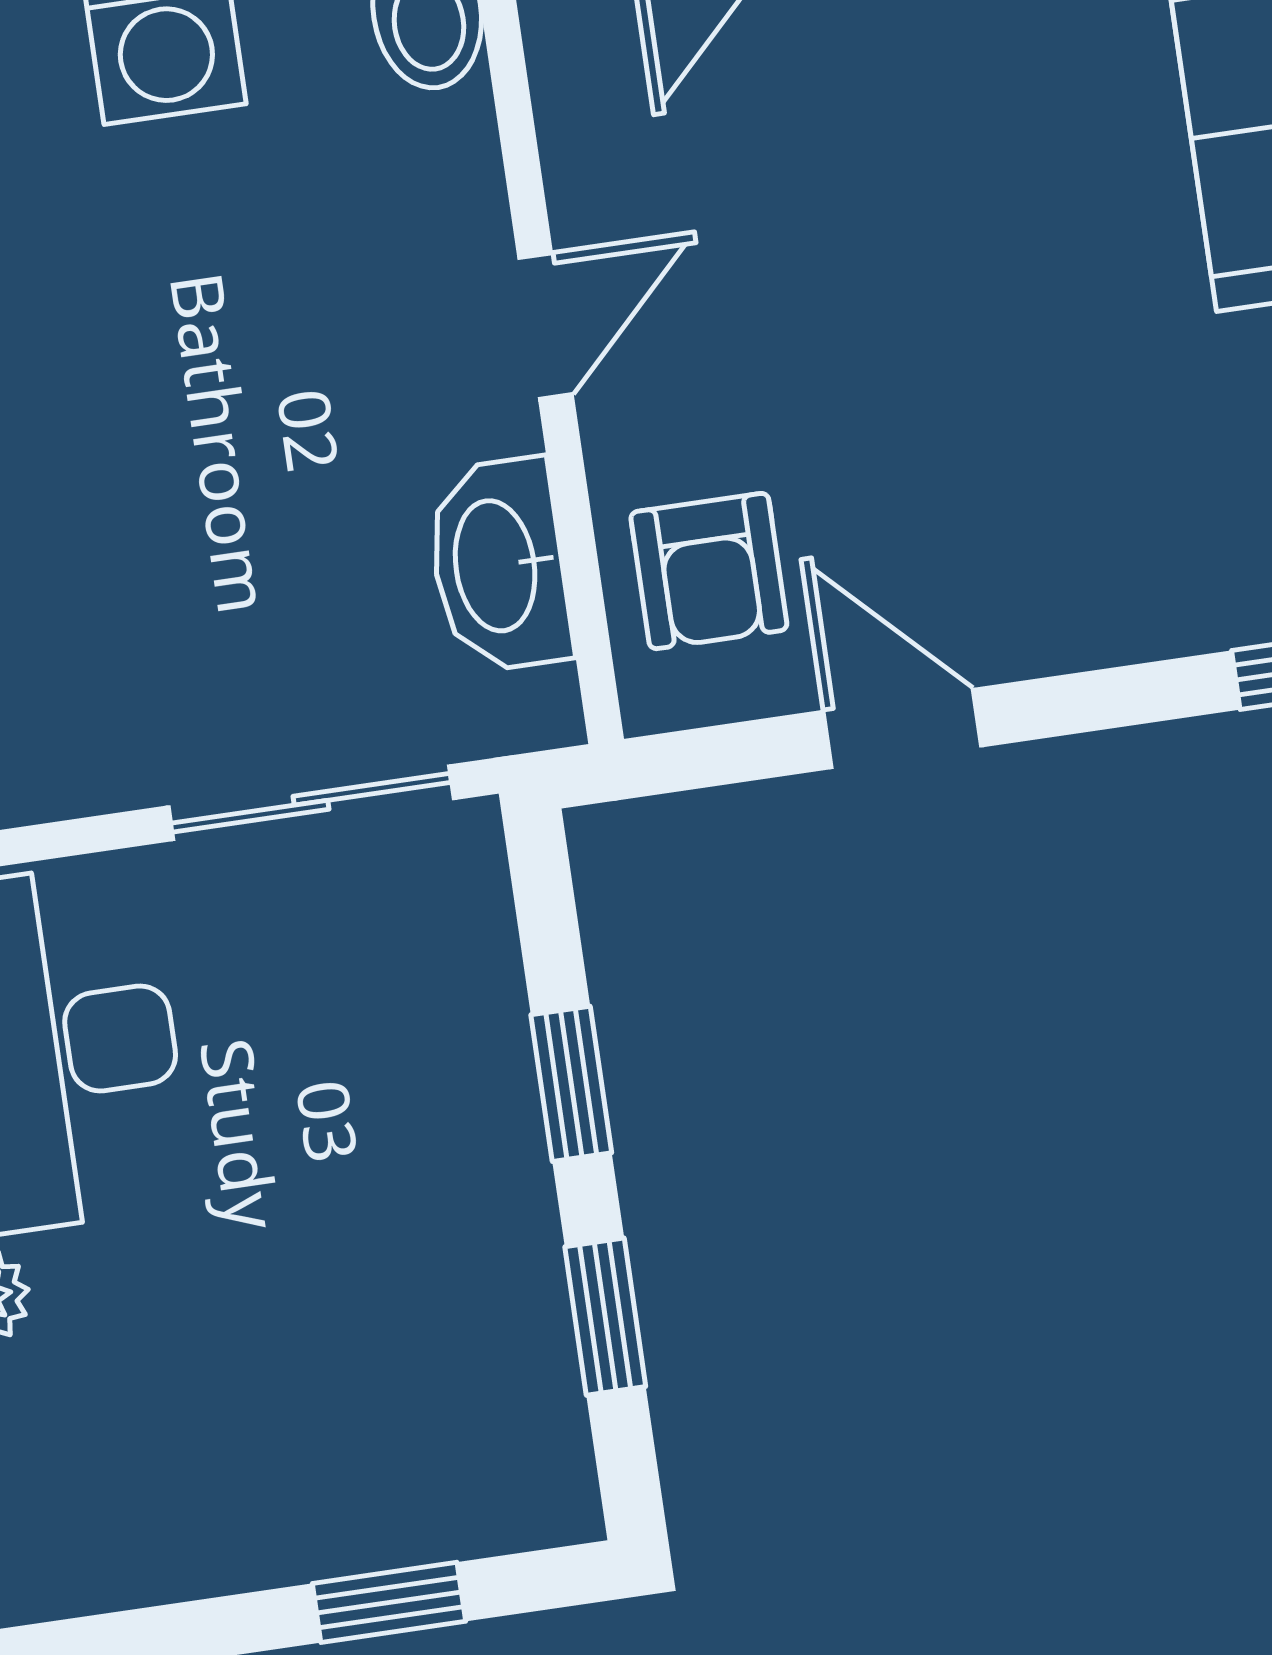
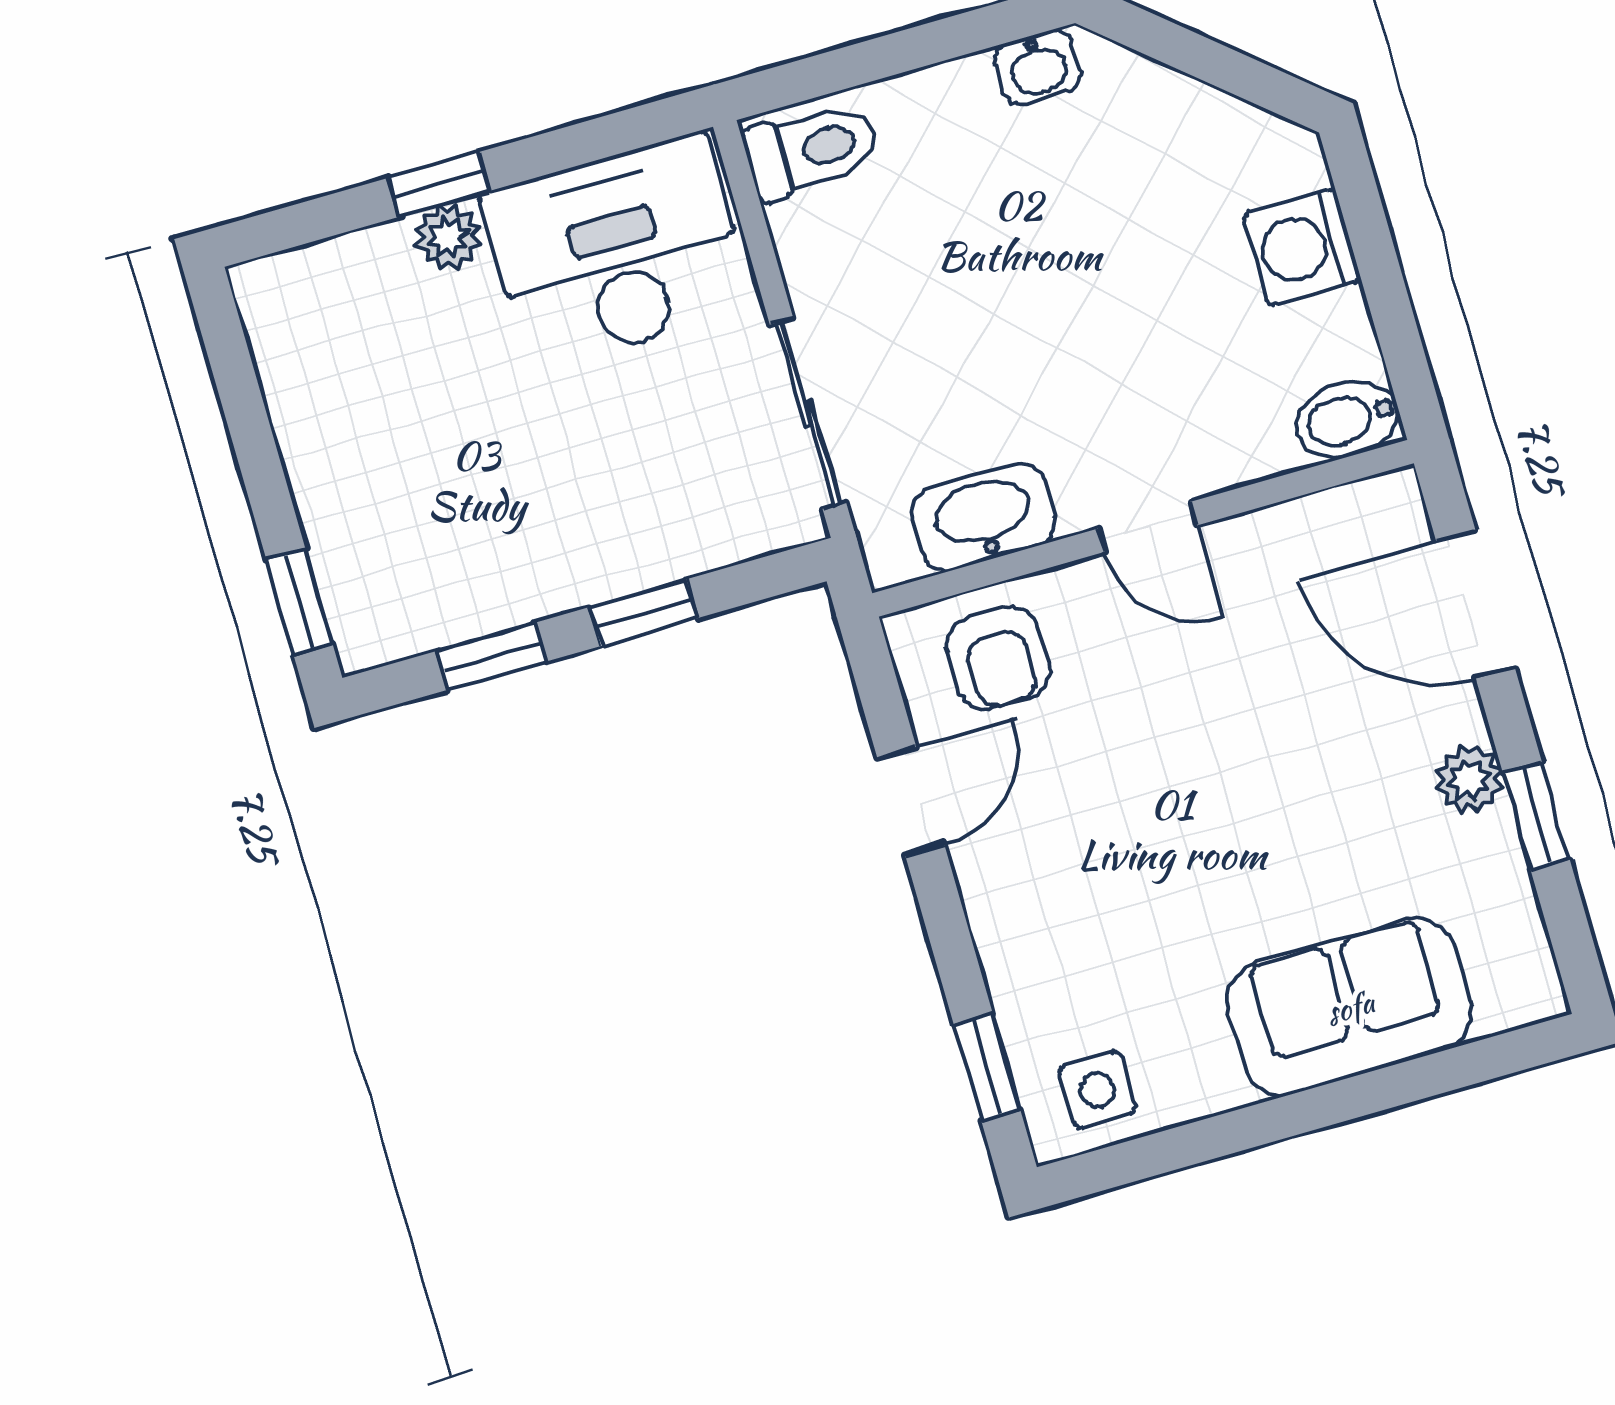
armchair: (709, 571) -> (999, 658), turned -90
window: (389, 1602) -> (299, 602), moved

